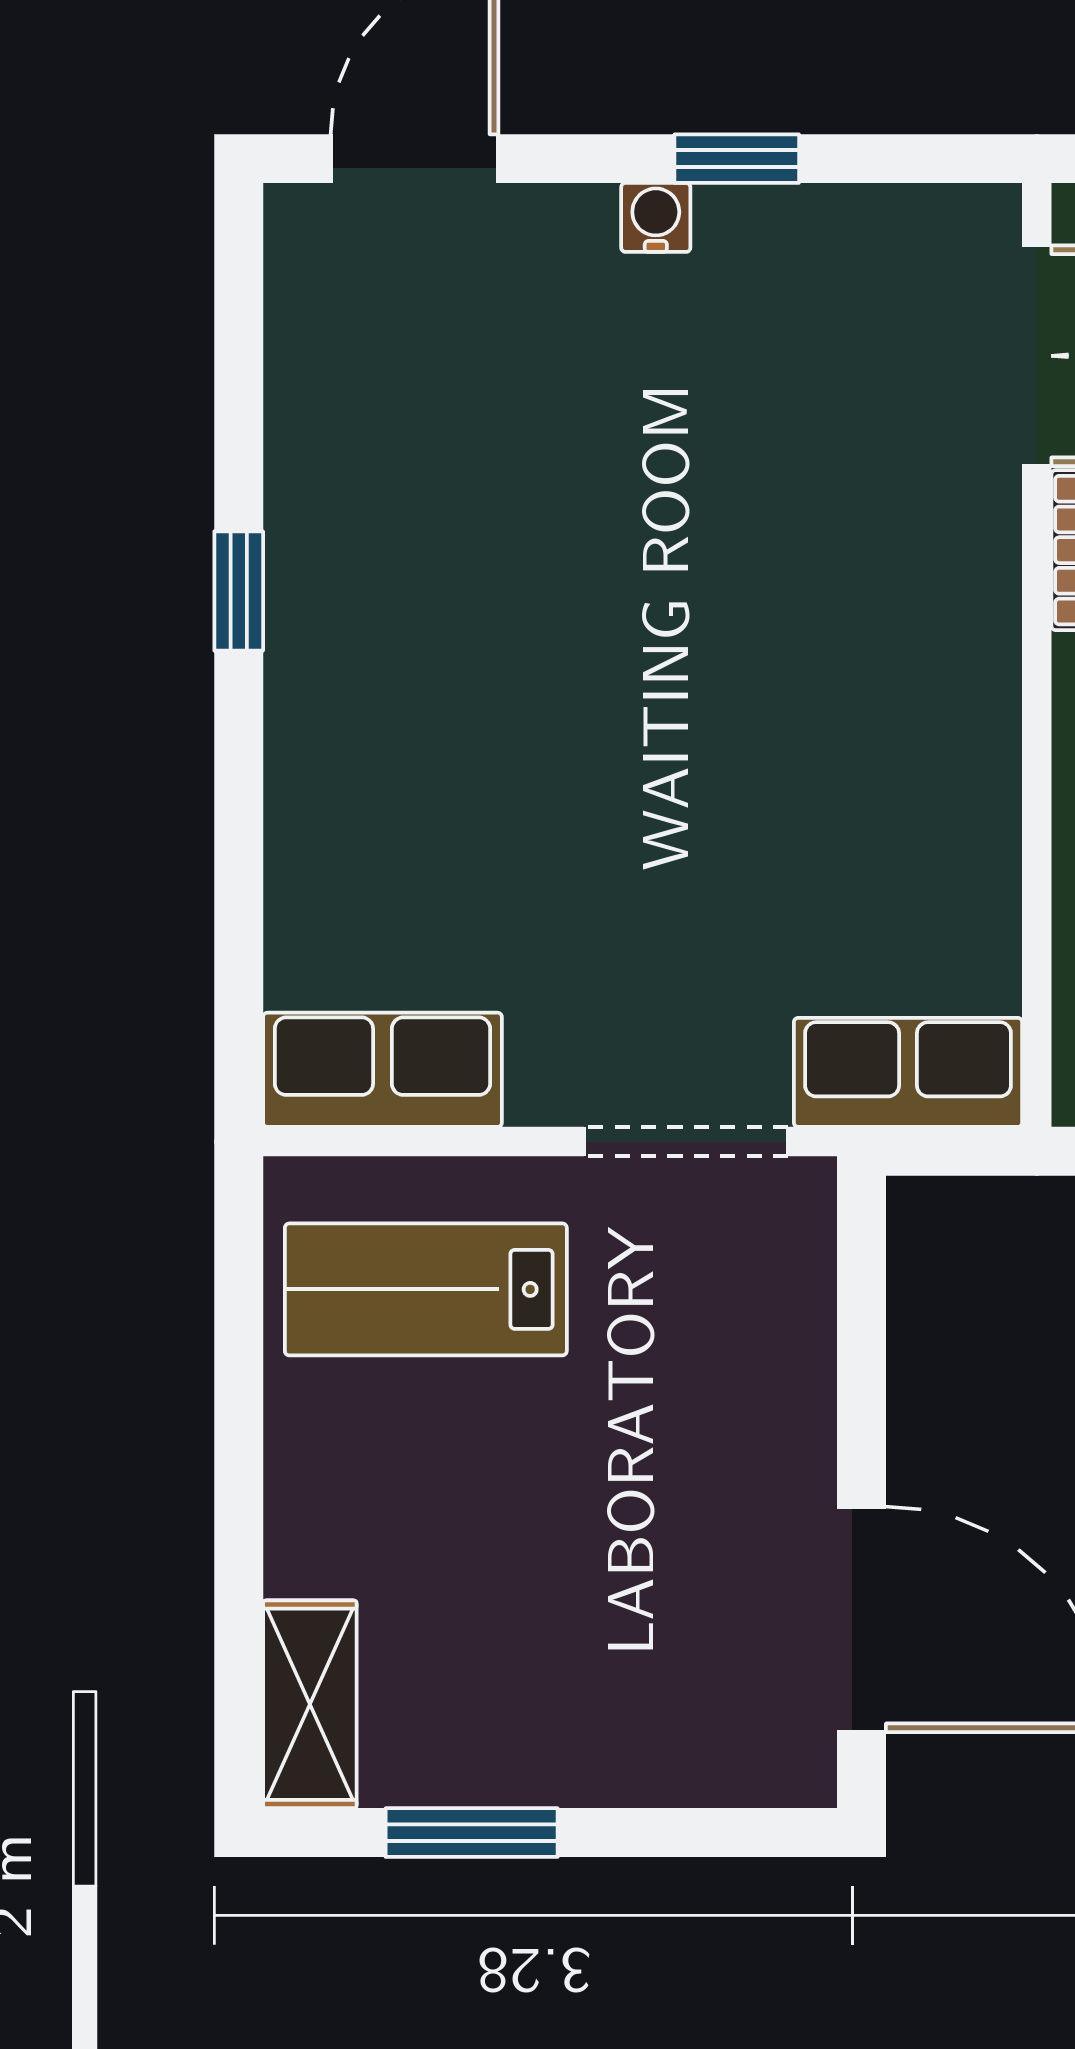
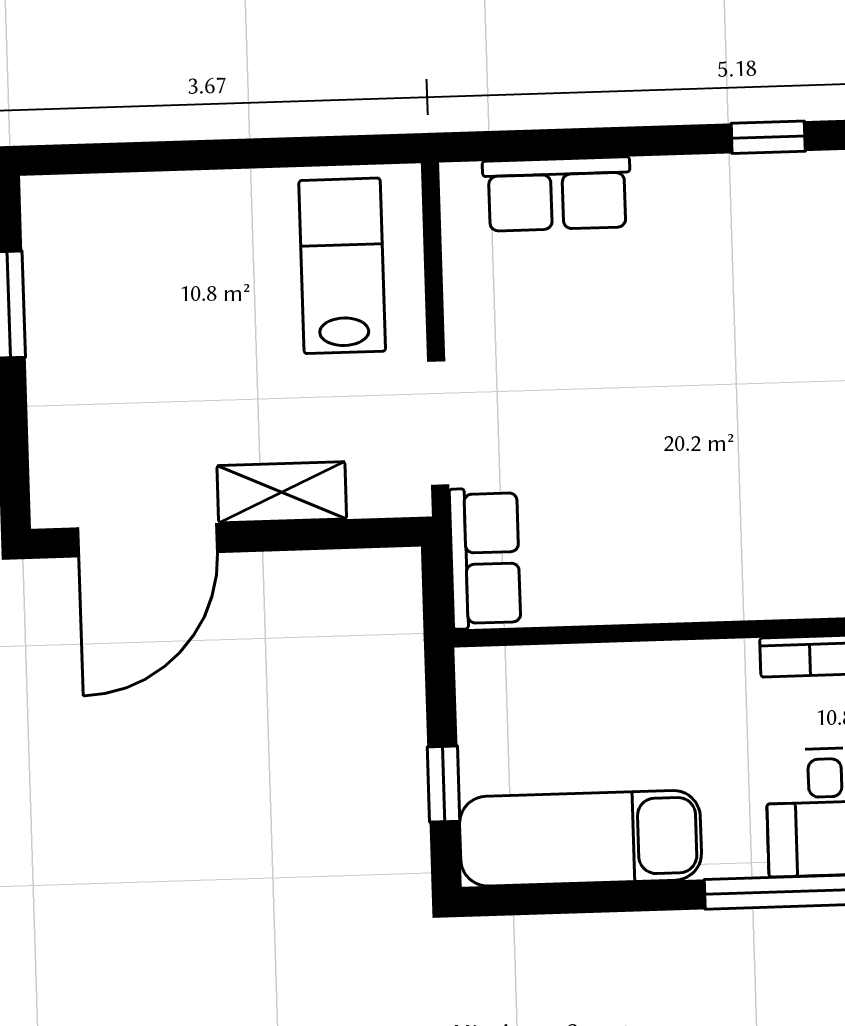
row of seats: (382, 1070) -> (557, 194), moved, turned 90
shelving: (310, 1704) -> (282, 492), moved

